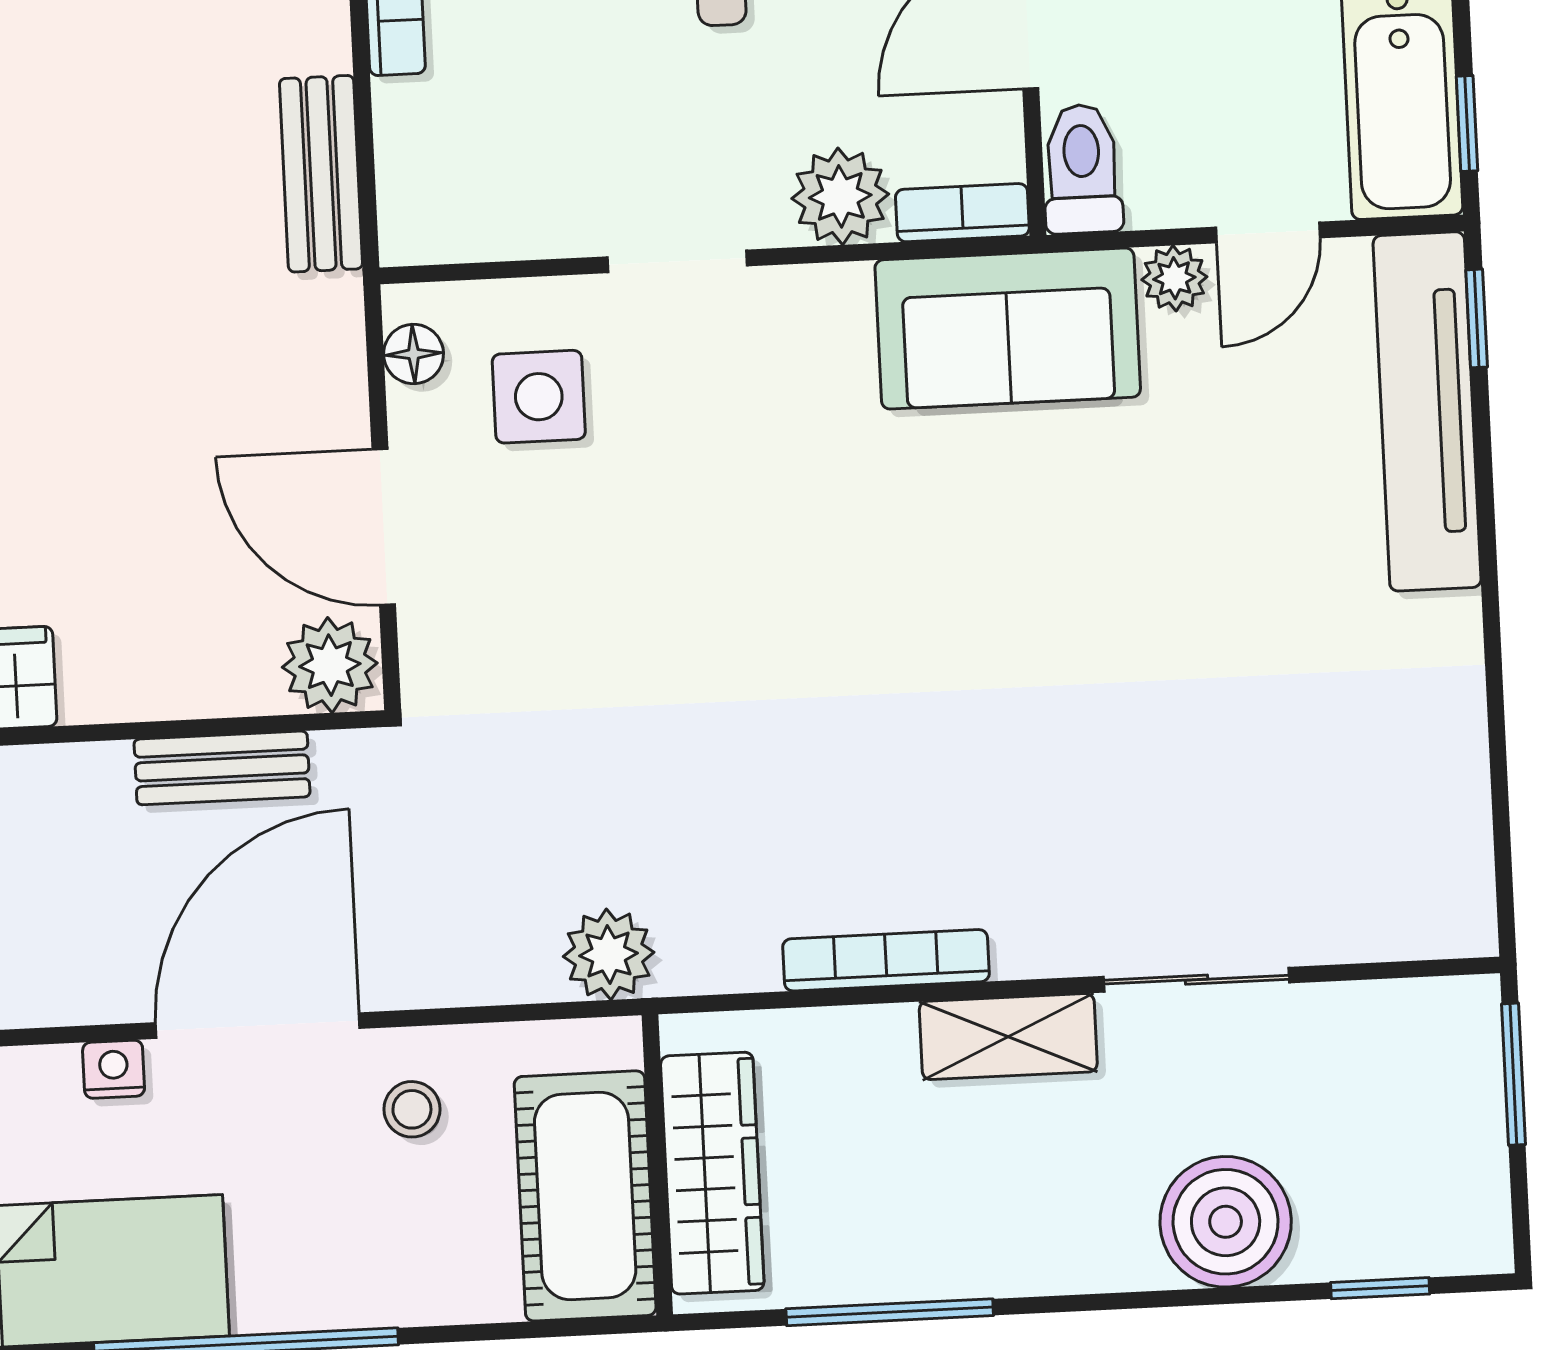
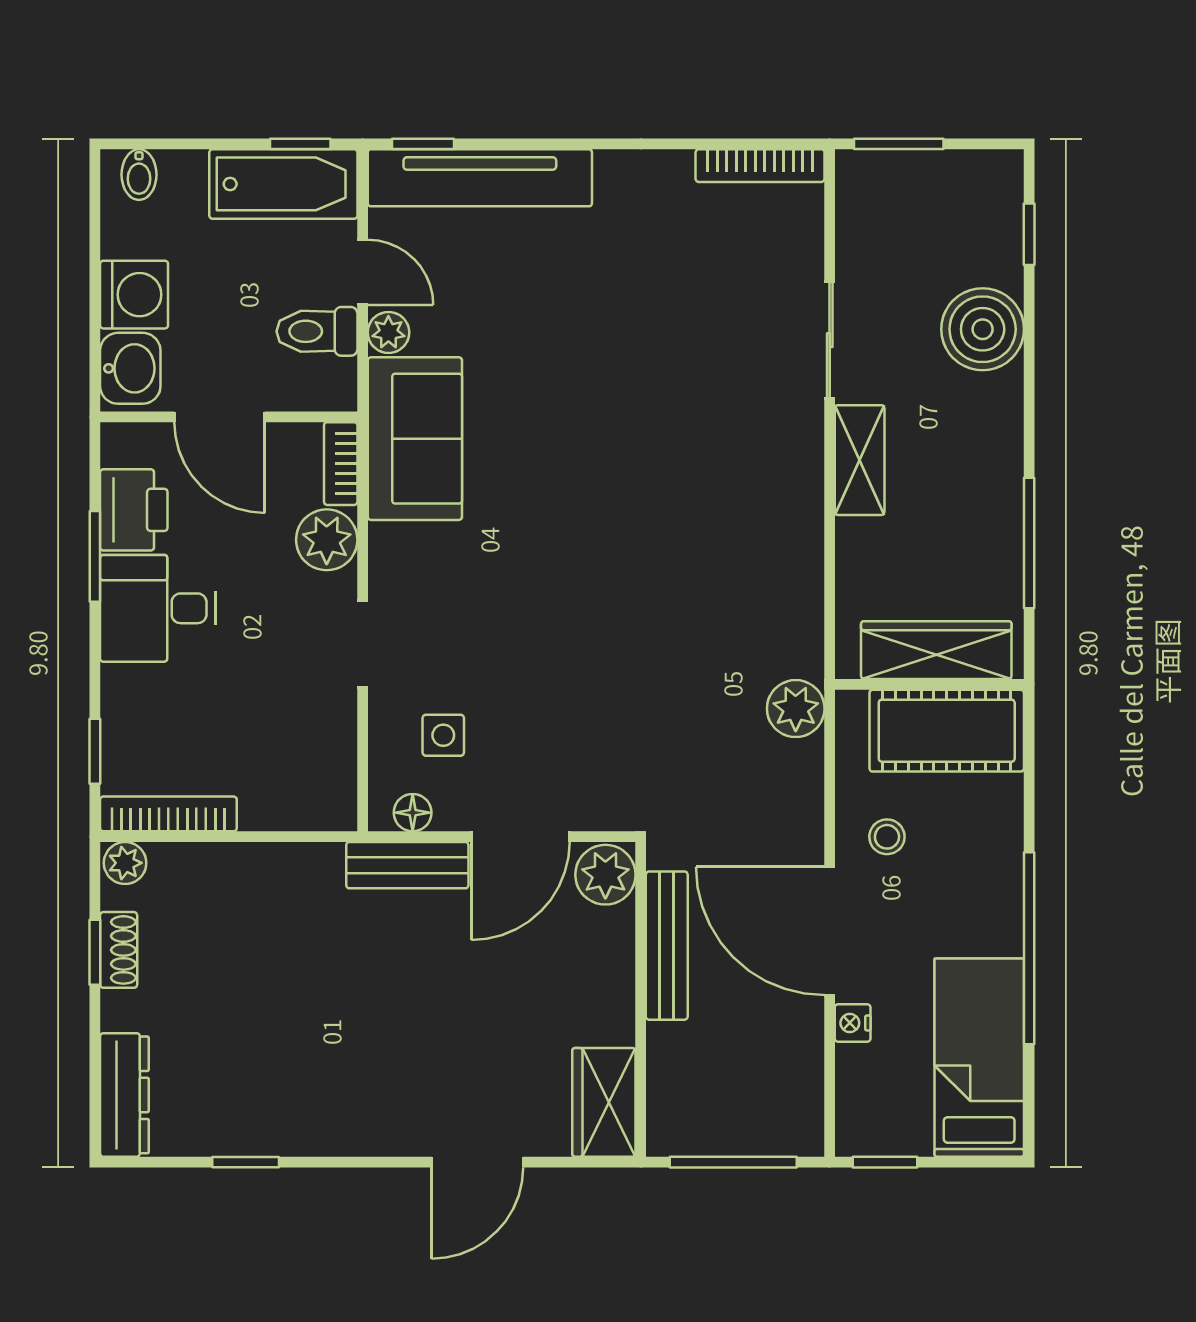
toilet: (1082, 169) -> (317, 331), moved
bench: (321, 174) -> (407, 865), moved
side table: (539, 397) -> (443, 735), width x0.73, depth x0.73
bench: (222, 768) -> (667, 946), width x1.36
bookcase: (886, 960) -> (760, 166), moved, turned -90

